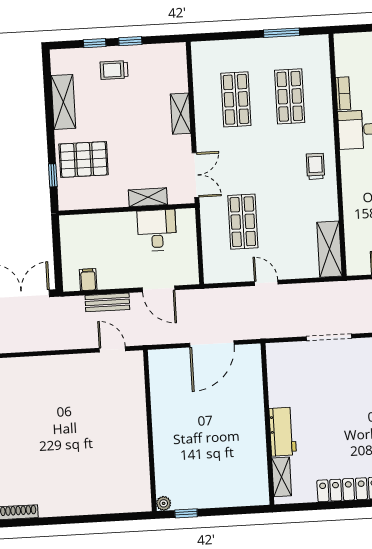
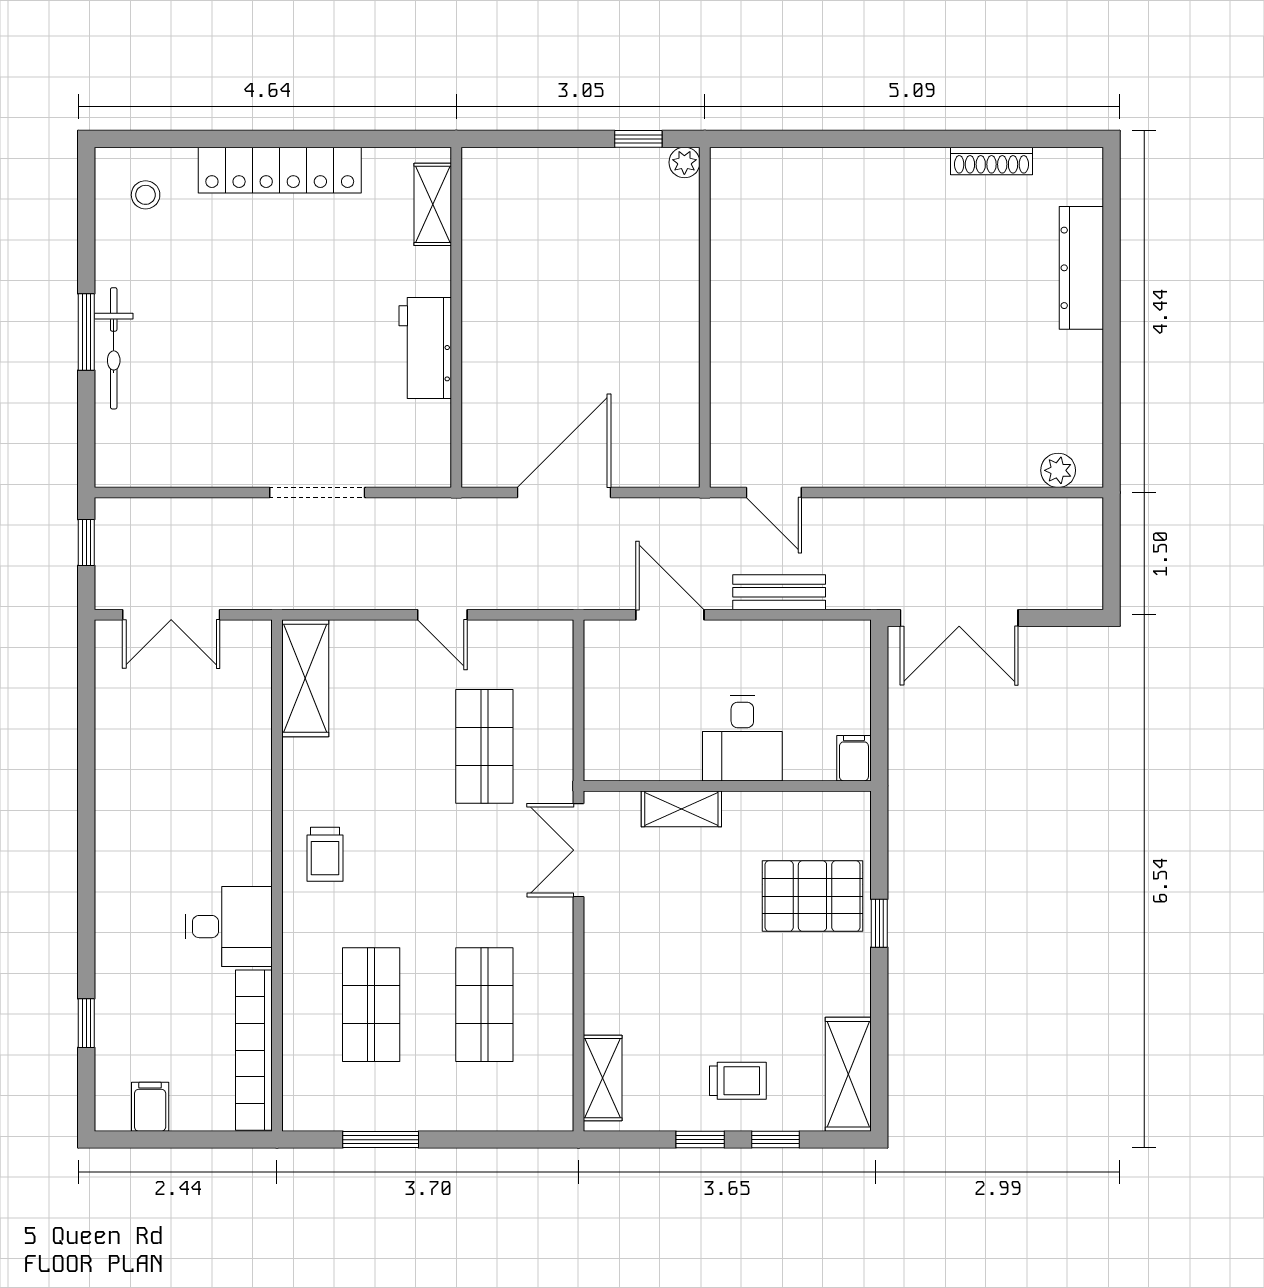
bookcase: (343, 93) -> (254, 1050), width x2.31, depth x1.31
shelving: (63, 102) -> (848, 1074), moved
shelving: (181, 114) -> (603, 1078), moved
window: (53, 175) -> (879, 923), moved
desk: (157, 230) -> (742, 738), moved
filing cabinet: (88, 280) -> (854, 758), moved, turned 180
workbench: (283, 432) -> (425, 348), moved

